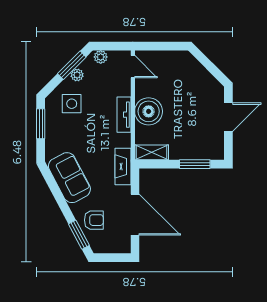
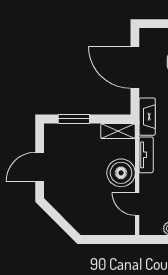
door: (133, 67) -> (137, 204), moved
tv unit: (124, 115) -> (146, 155), moved

